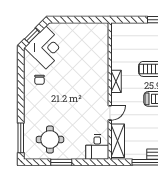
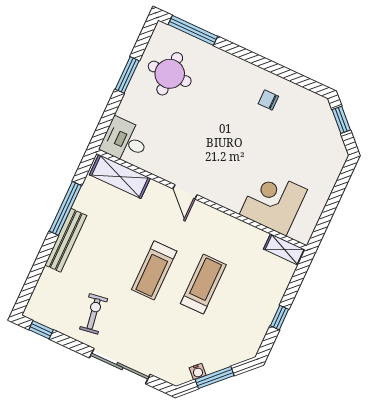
corner desk: (46, 48) -> (273, 202), moved, turned 135
shelving: (116, 81) -> (284, 249), moved
door: (110, 113) -> (185, 192), moved

